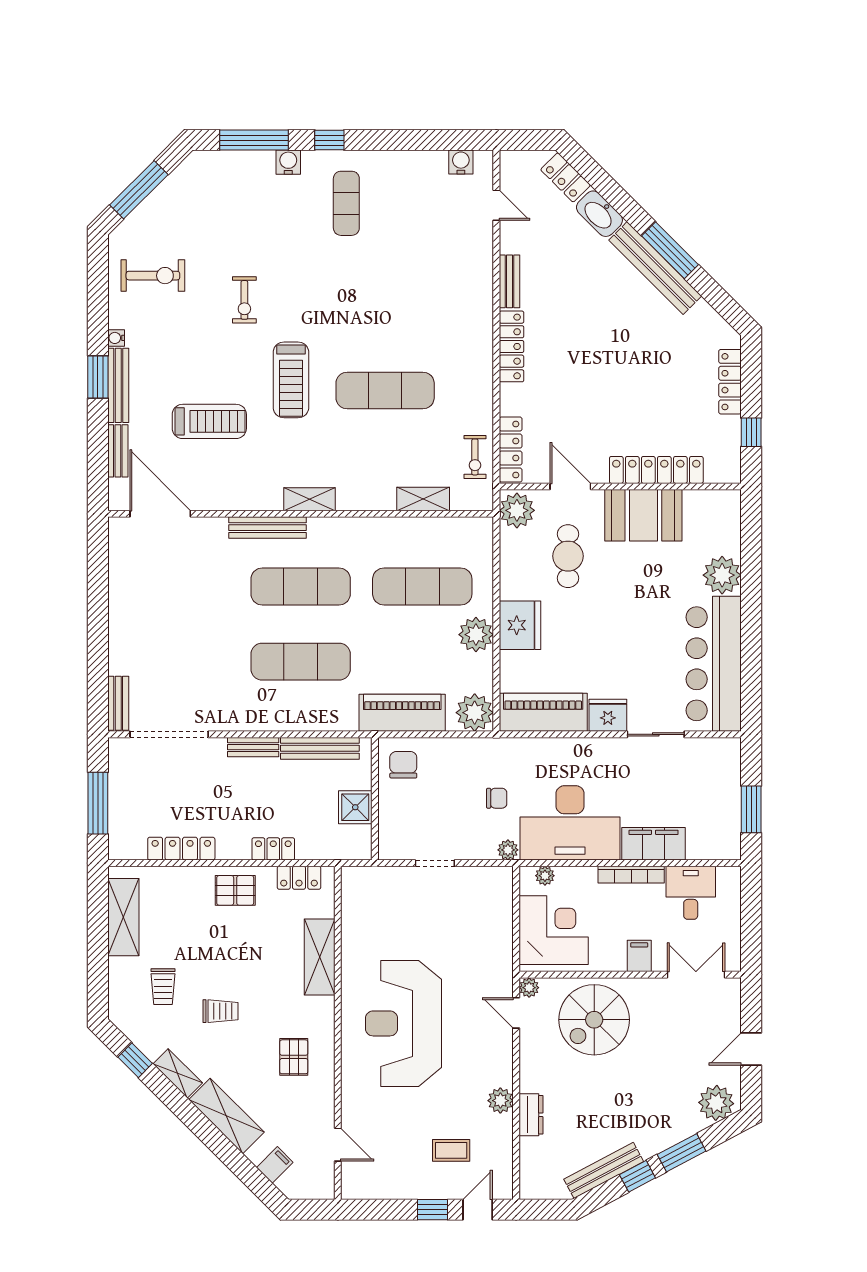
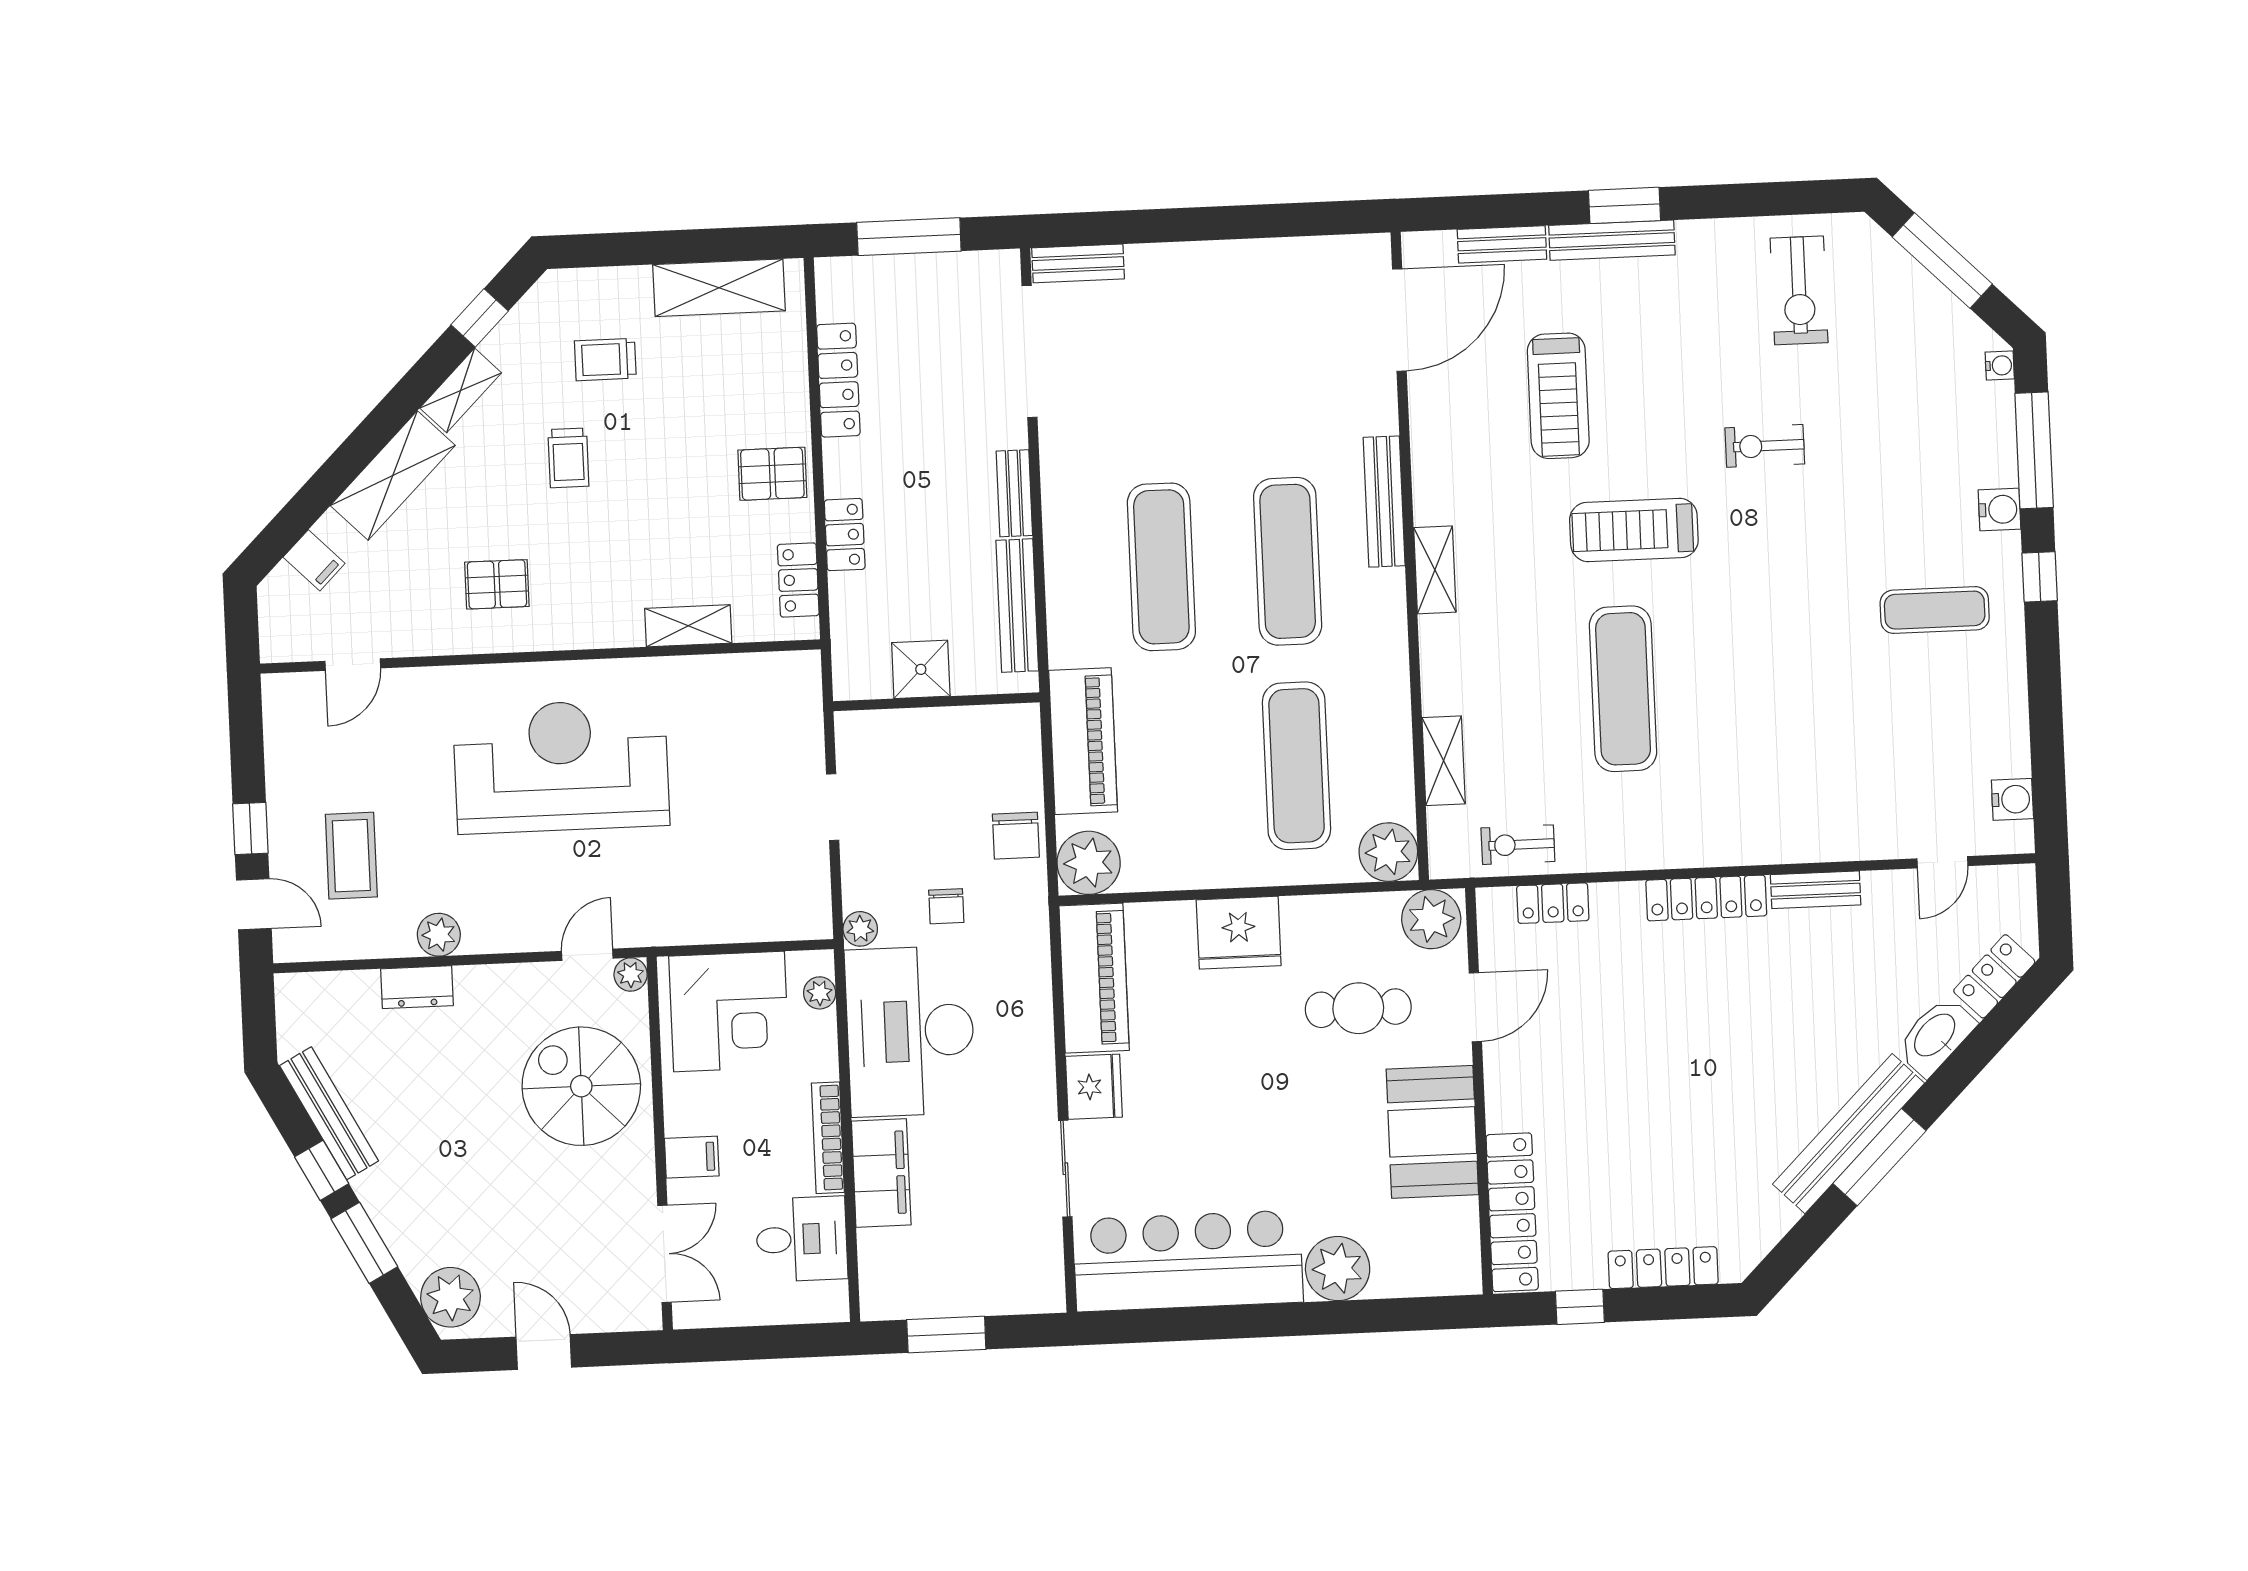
water cooler: (116, 338) -> (2000, 365), moved, turned 90
locker: (511, 450) -> (1553, 903), width x0.66
locker: (656, 470) -> (1512, 1212), moved
plant: (476, 635) -> (1388, 852), moved
chair: (403, 765) -> (1016, 836), moved, turned 90
pallet: (235, 890) -> (772, 474), turned 90
shelving: (320, 957) -> (688, 626), width x0.67, depth x0.75
coffee table: (451, 1150) -> (351, 856), width x1.36, depth x1.30

